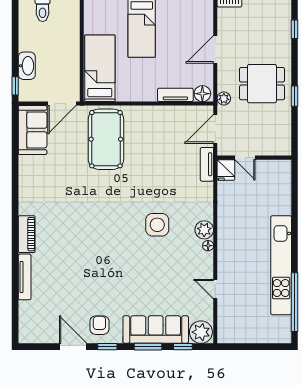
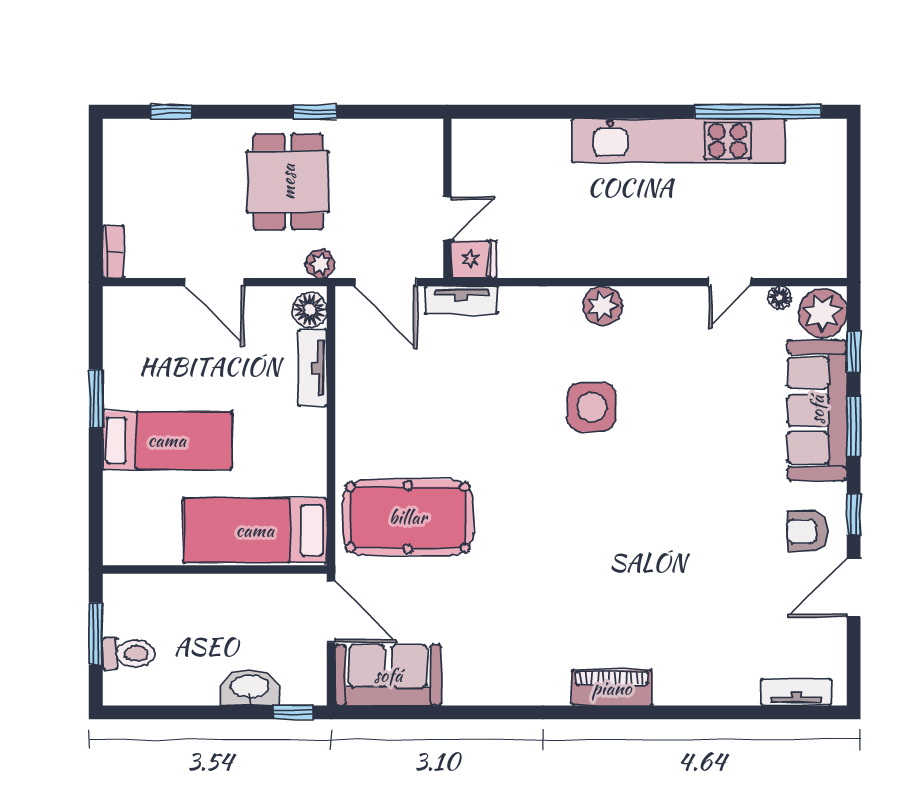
floor lamp: (208, 246) -> (780, 298), moved
tv unit: (25, 277) -> (796, 692), moved, width x0.71

